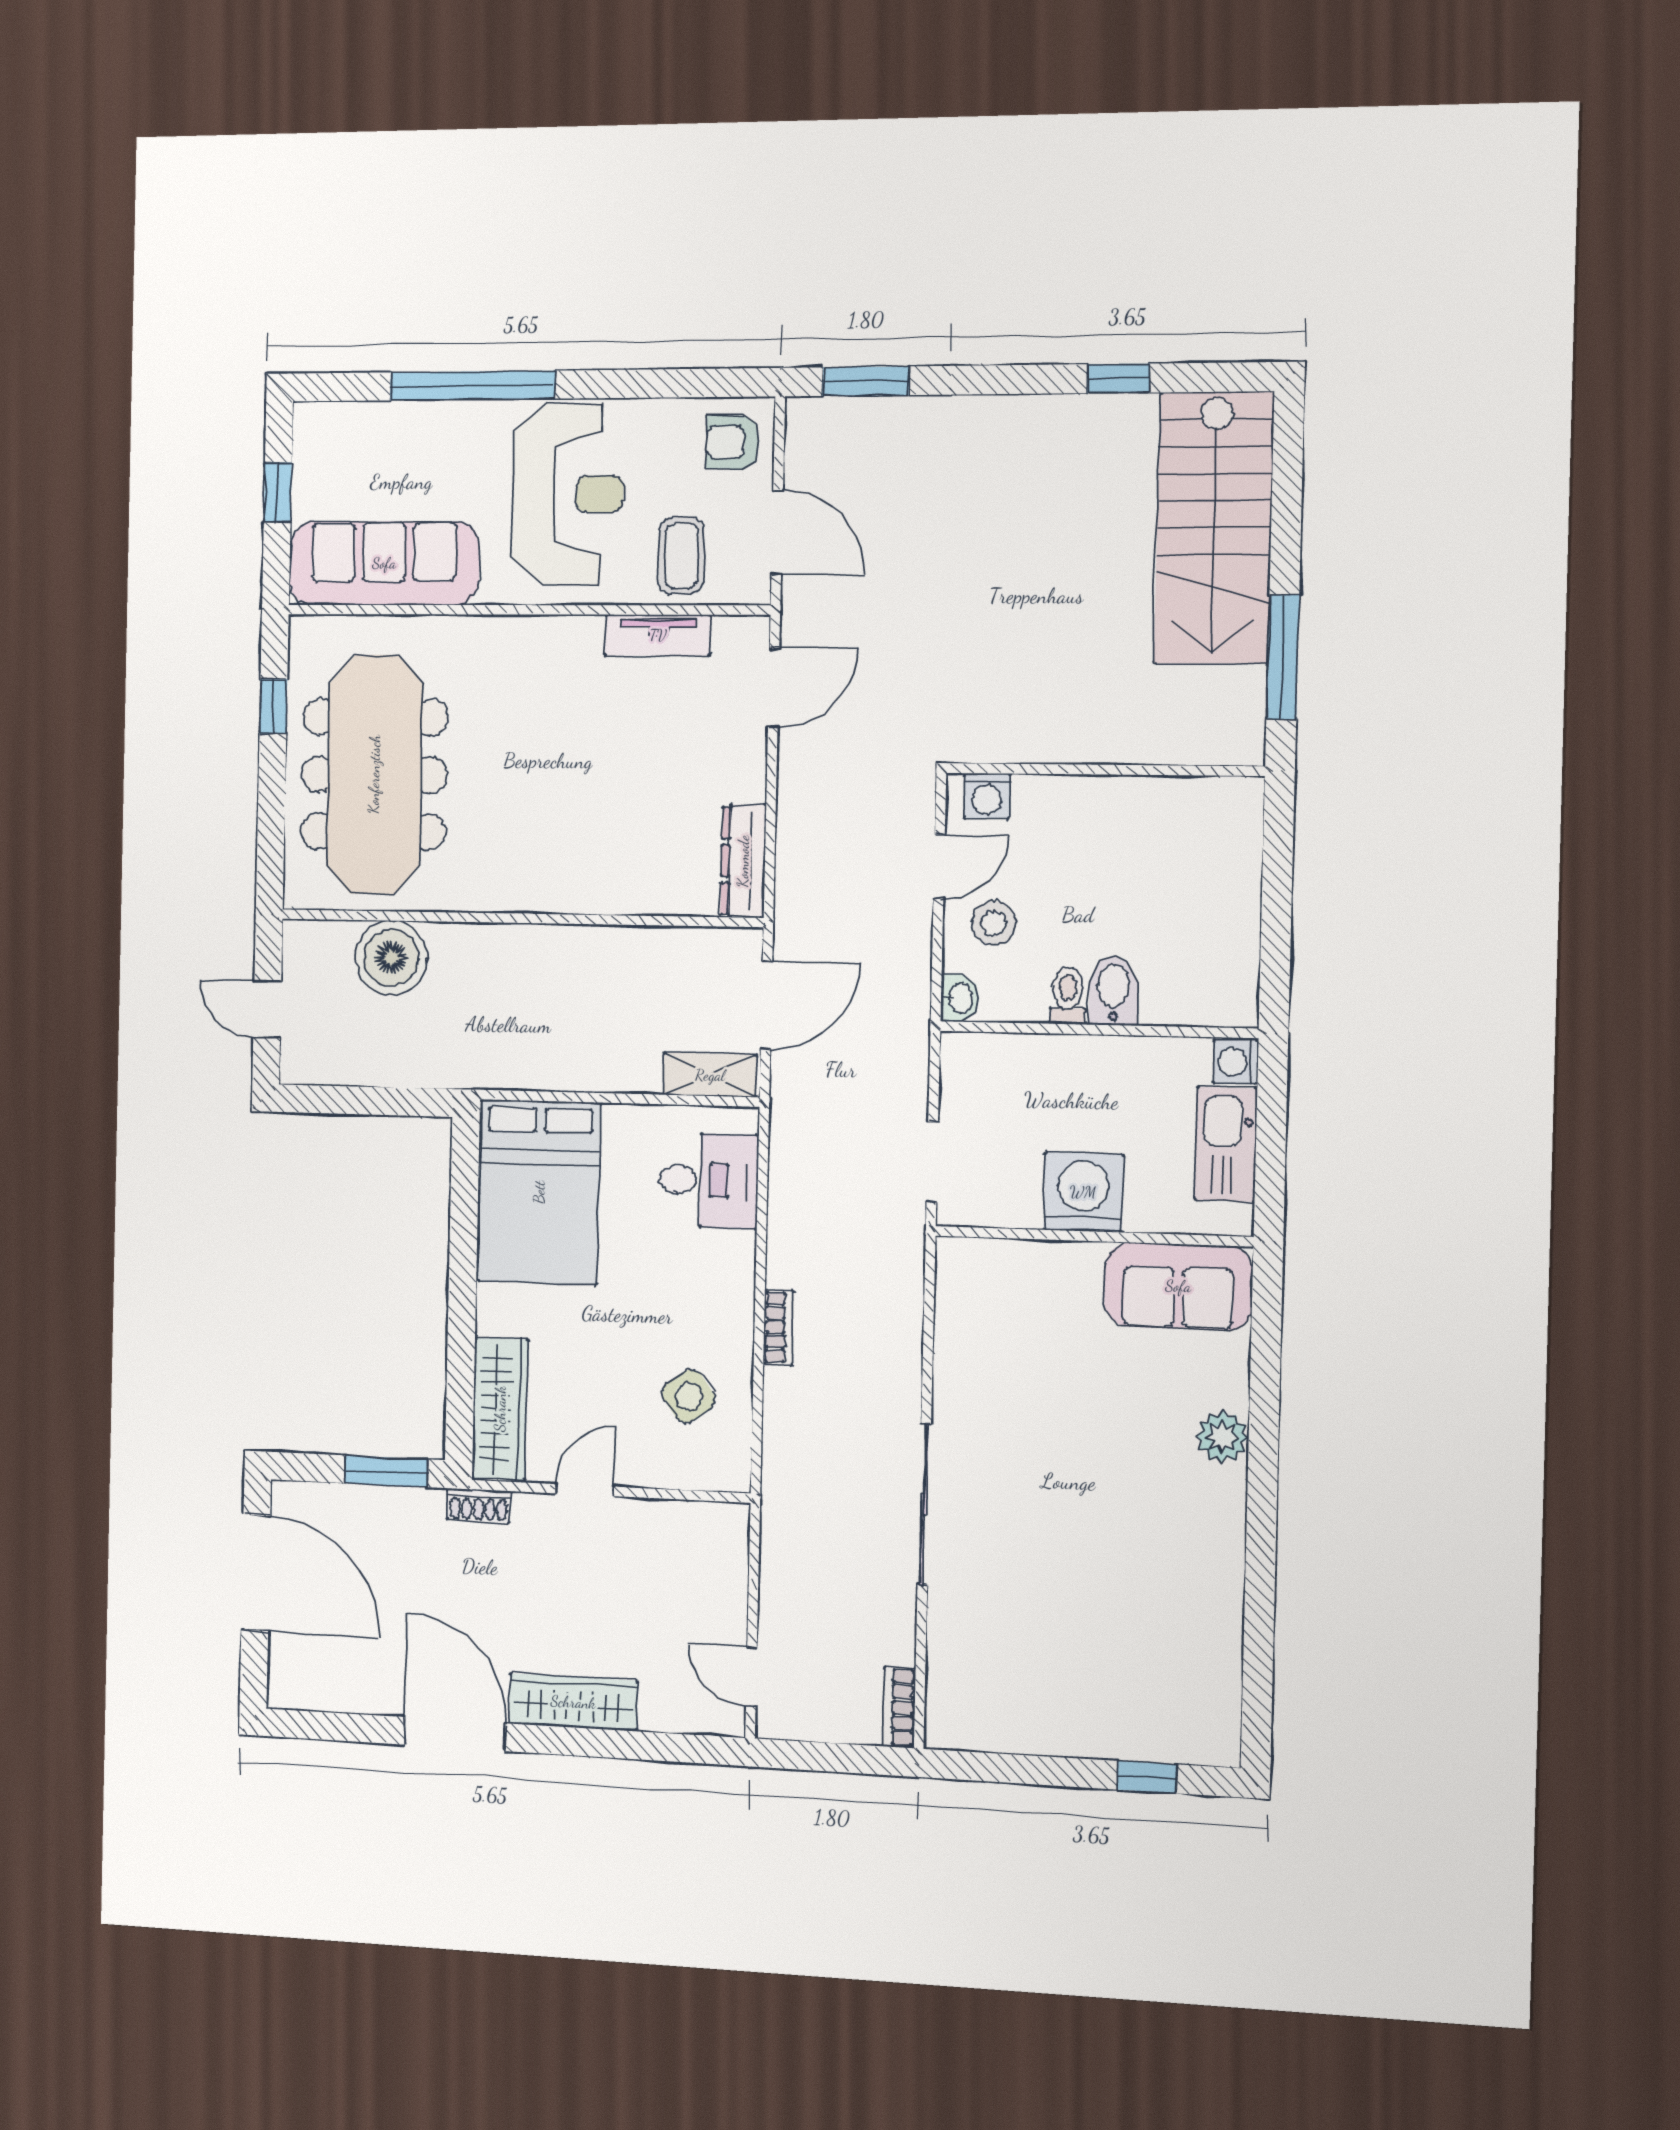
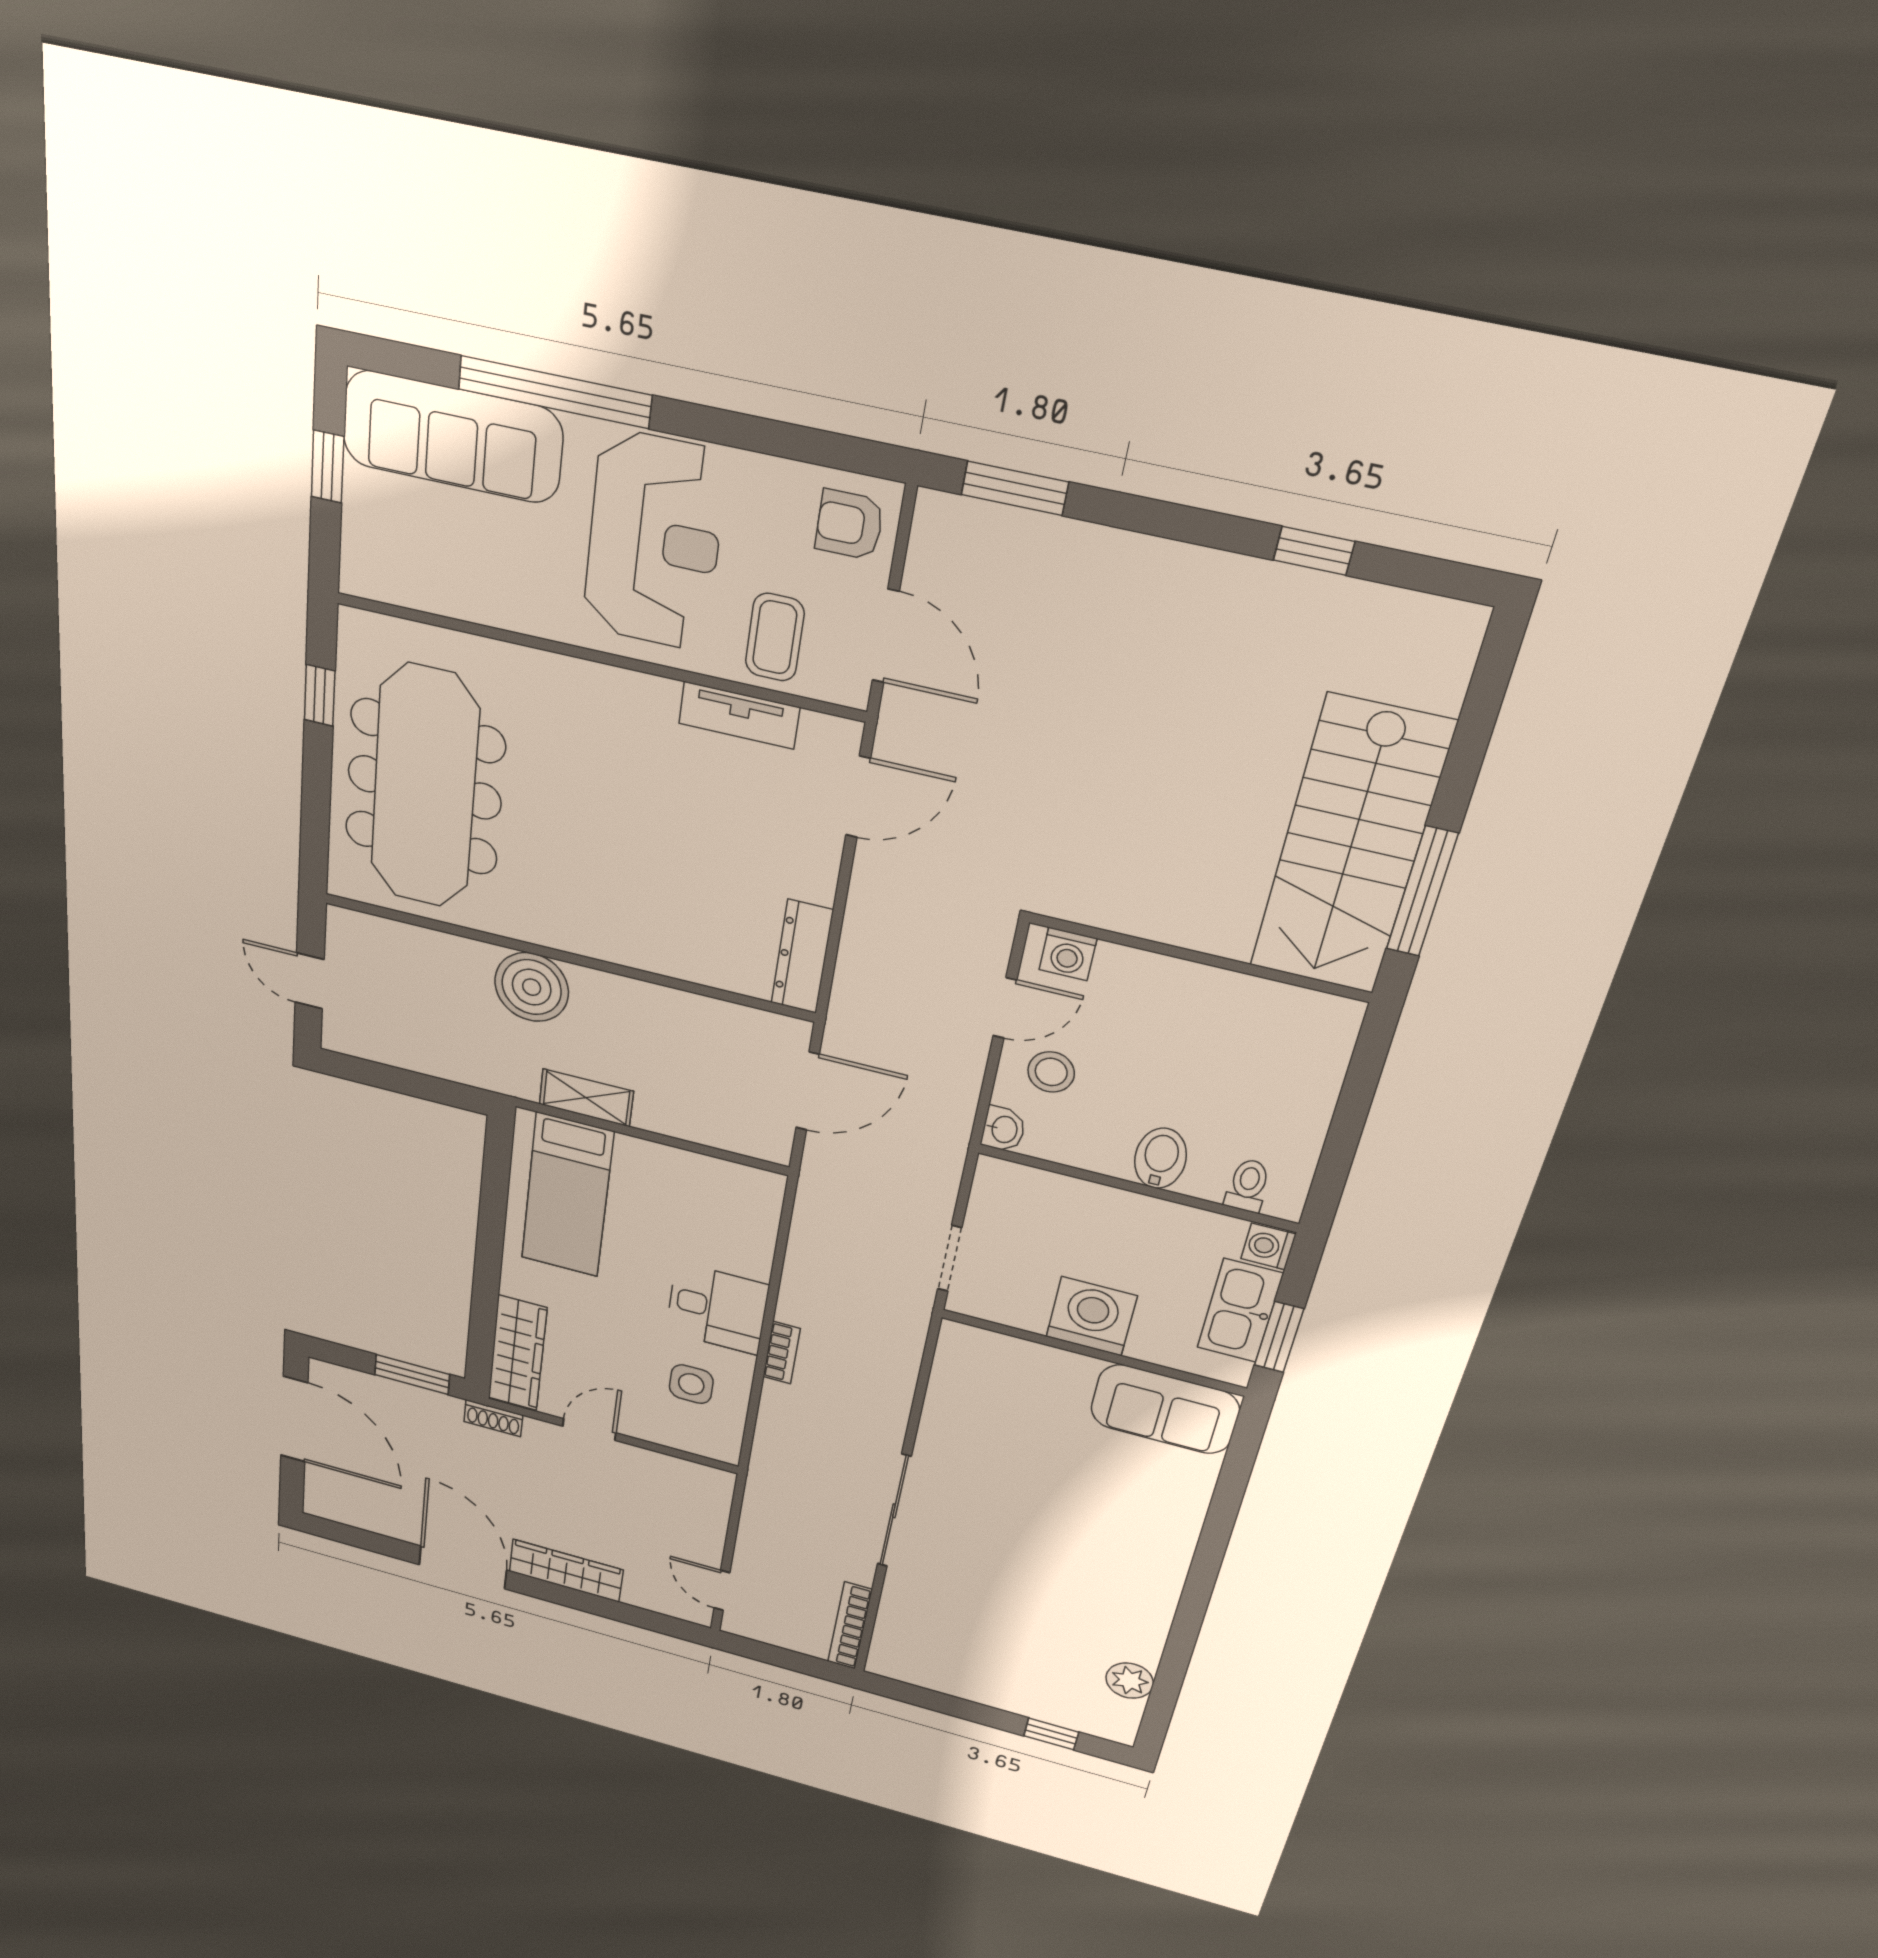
stairs: (1214, 528) -> (1351, 847), moved
sofa: (384, 563) -> (452, 437), moved, turned 180
boiler: (391, 958) -> (532, 987), moved
toilet: (1068, 996) -> (1248, 1185), moved
shelving: (710, 1075) -> (586, 1098), moved
window: (1270, 1165) -> (1279, 1337), added
desk: (708, 1180) -> (717, 1308), moved
bed: (539, 1192) -> (567, 1195), width x0.67
side table: (689, 1396) -> (691, 1384), turned 36
plant: (1222, 1437) -> (1130, 1681), moved
bookcase: (899, 1707) -> (850, 1626), width x1.56

